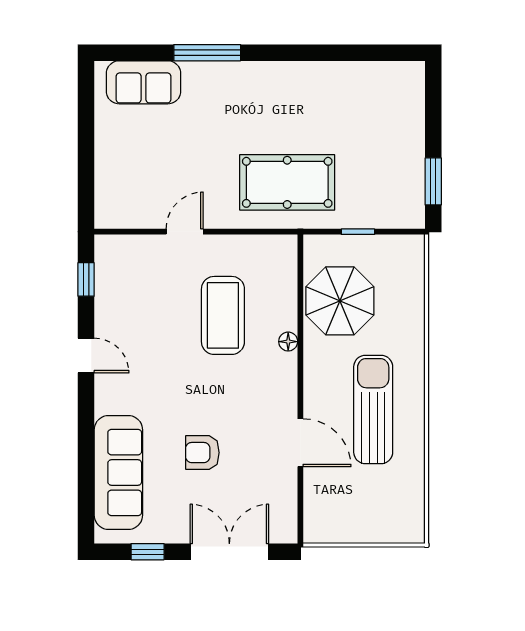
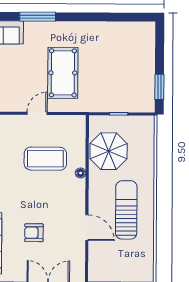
pool table: (287, 182) -> (63, 73), moved, turned 90
door: (185, 232) -> (37, 113), moved
coffee table: (223, 315) -> (45, 159), turned 90

